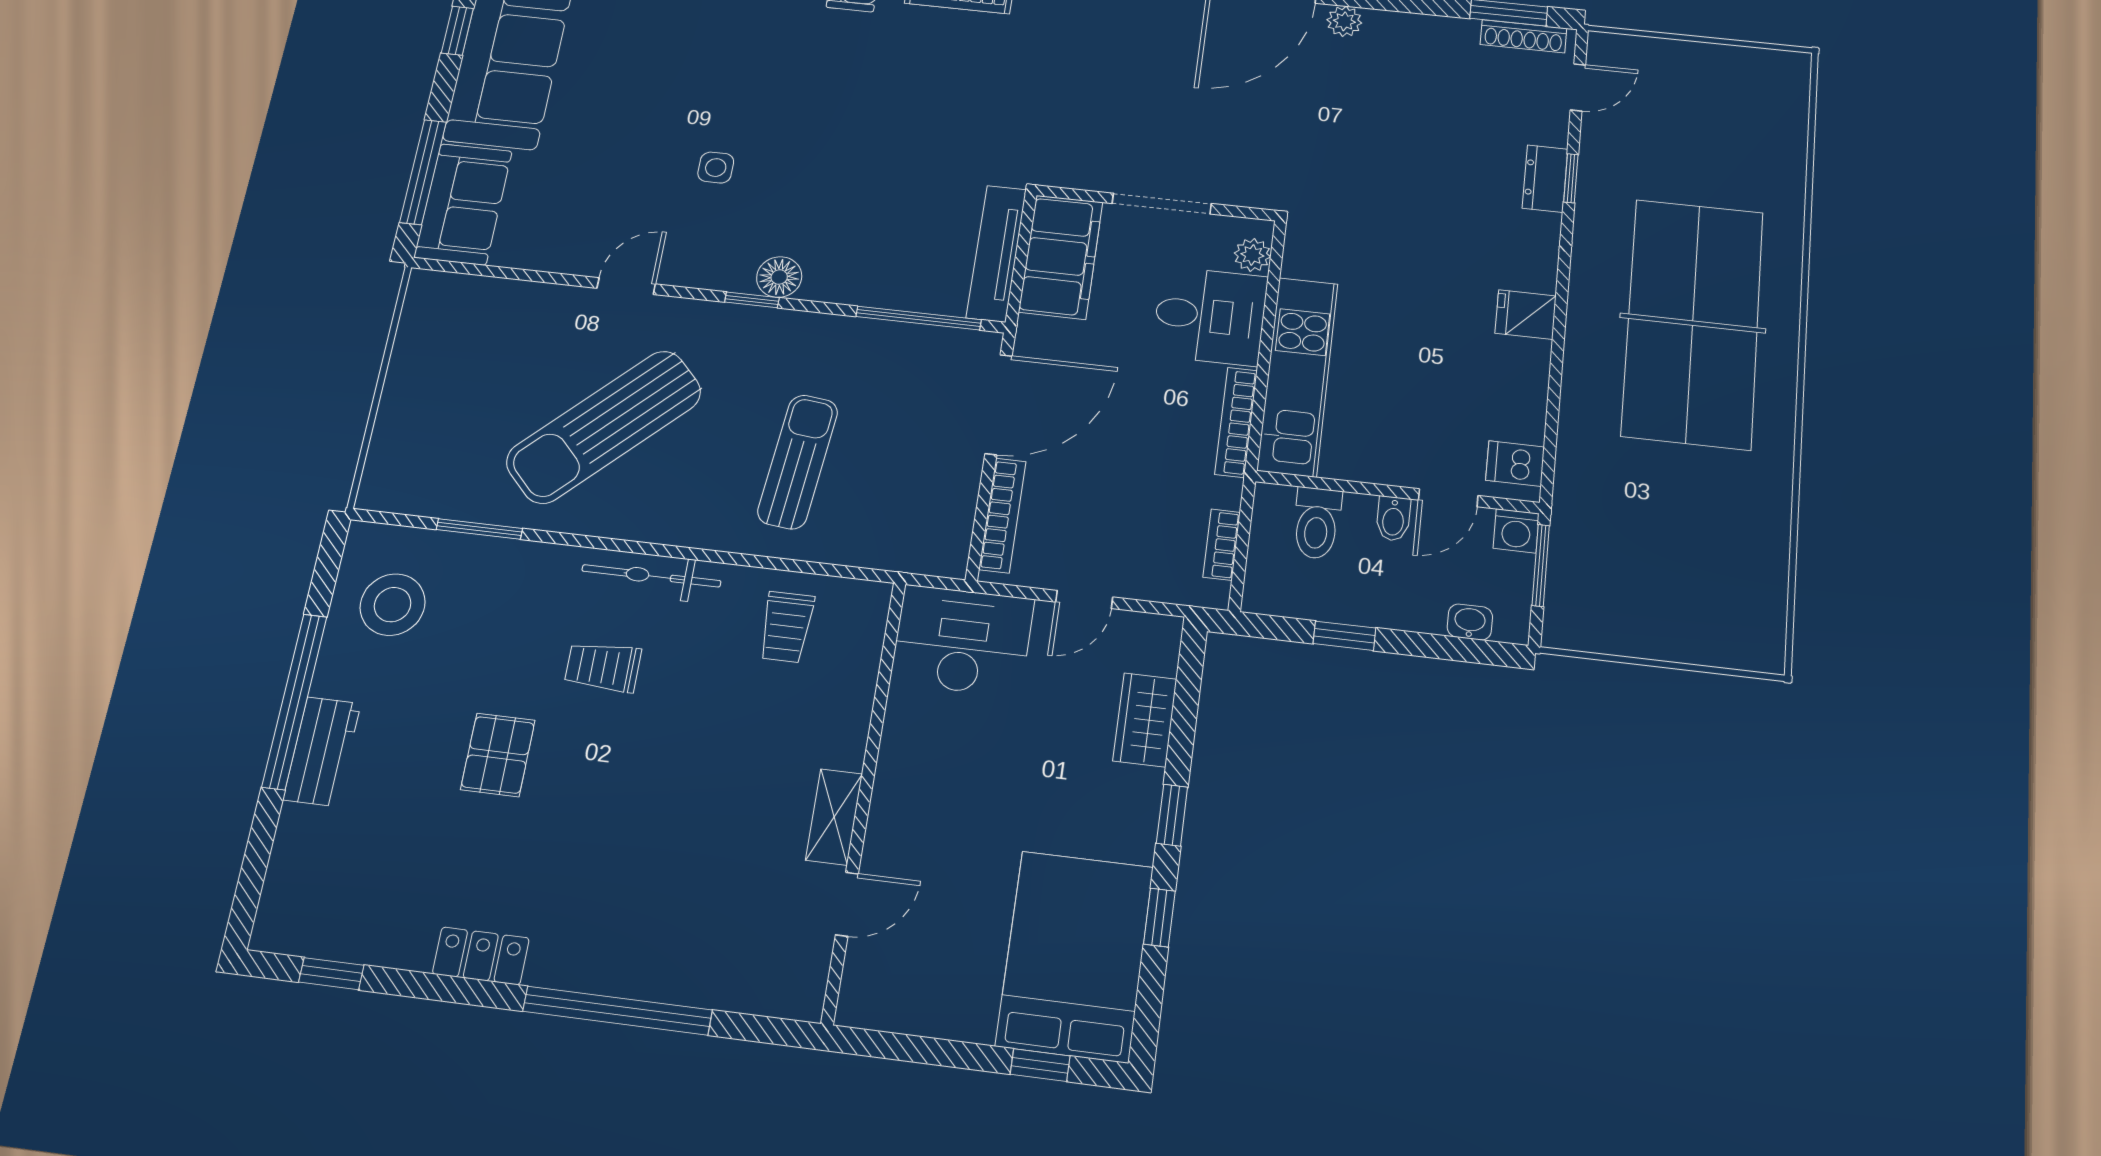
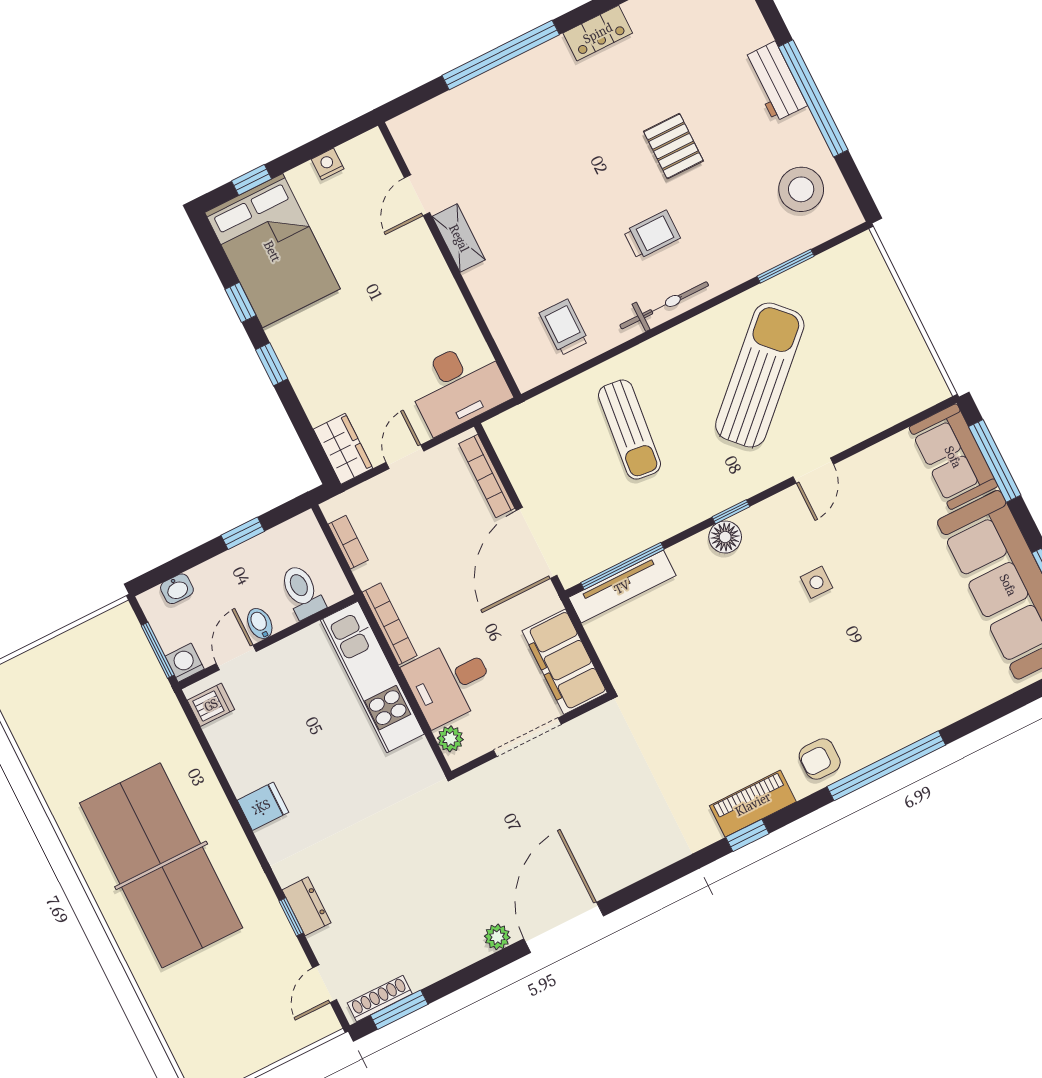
tv unit: (996, 253) -> (622, 587), moved, turned 90
wardrobe: (1145, 720) -> (343, 449), moved
nightstand: (930, 1020) -> (328, 164), added

